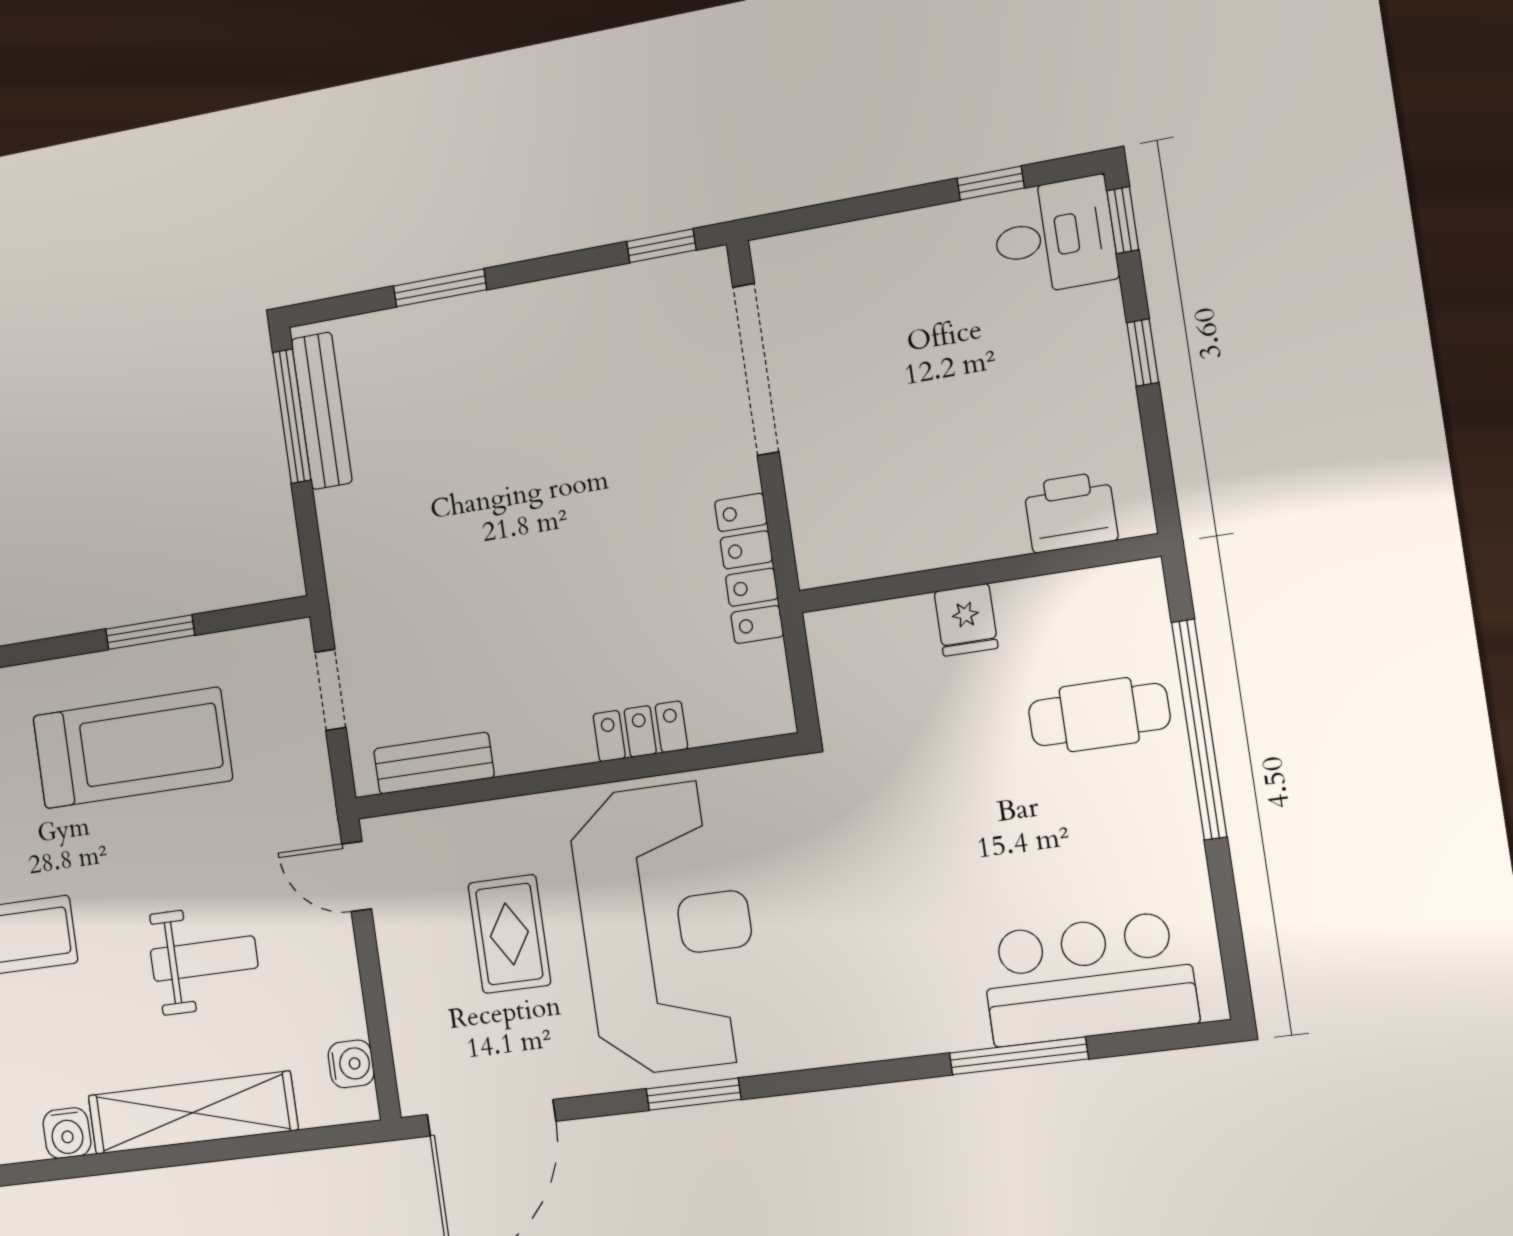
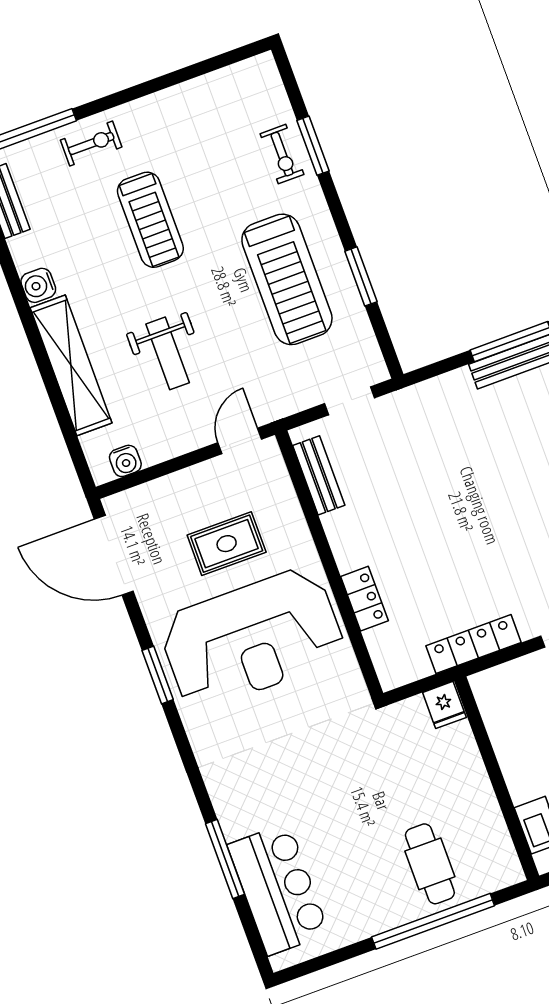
fridge: (966, 620) -> (444, 705), moved, turned -90

